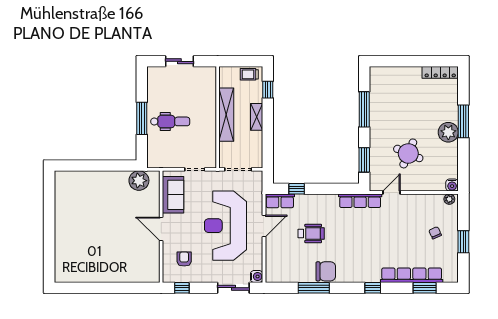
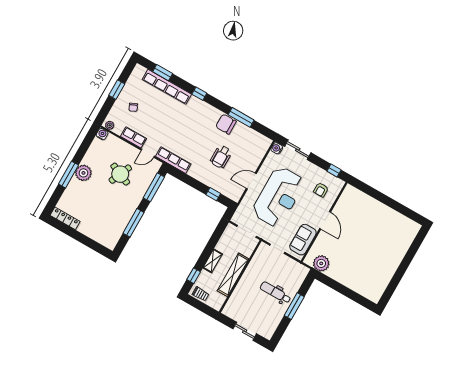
window: (364, 160) -> (154, 187), width x1.44
row of seats: (280, 201) -> (133, 137), moved
wheelchair: (311, 233) -> (221, 157), turned -90

